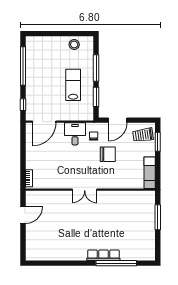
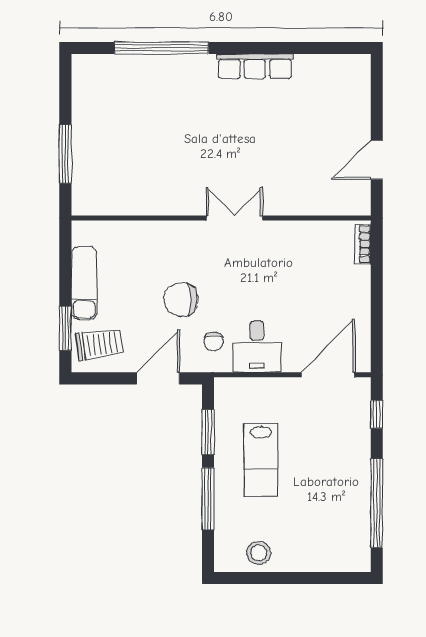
exam couch: (150, 173) -> (84, 283), moved
row of seats: (103, 255) -> (255, 66), moved

